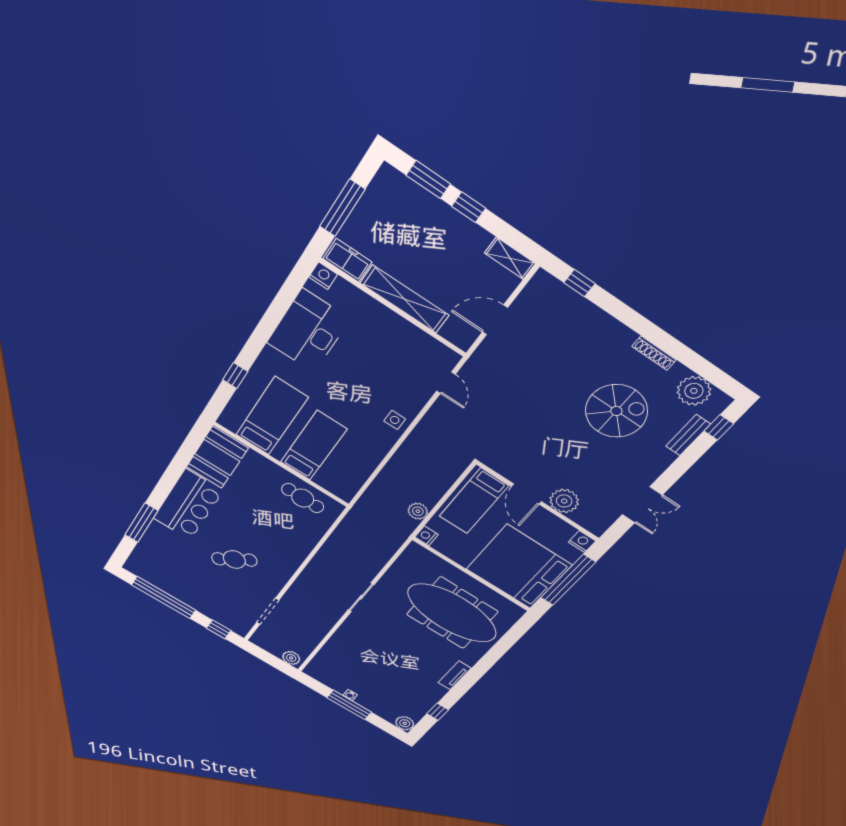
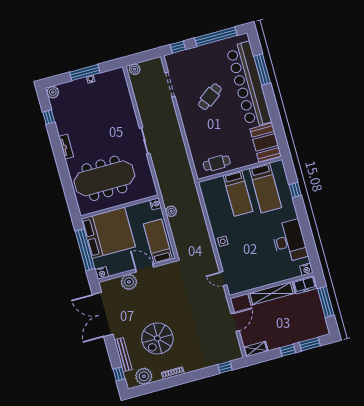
bench: (688, 435) -> (123, 355), width x1.36
bar counter: (188, 505) -> (249, 85), width x1.86
double door: (642, 505) -> (103, 314), width x1.87

